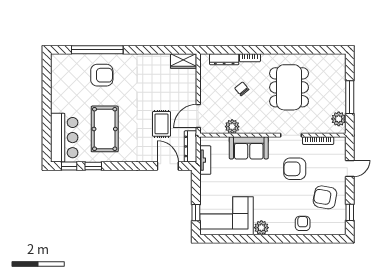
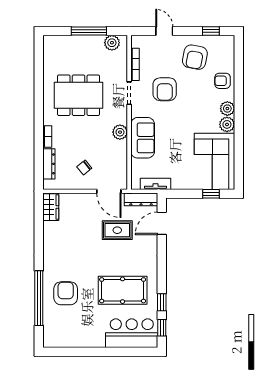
chair: (242, 89) -> (84, 167), moved
plant: (232, 127) -> (120, 132), moved
plant: (276, 228) -> (227, 109), added

